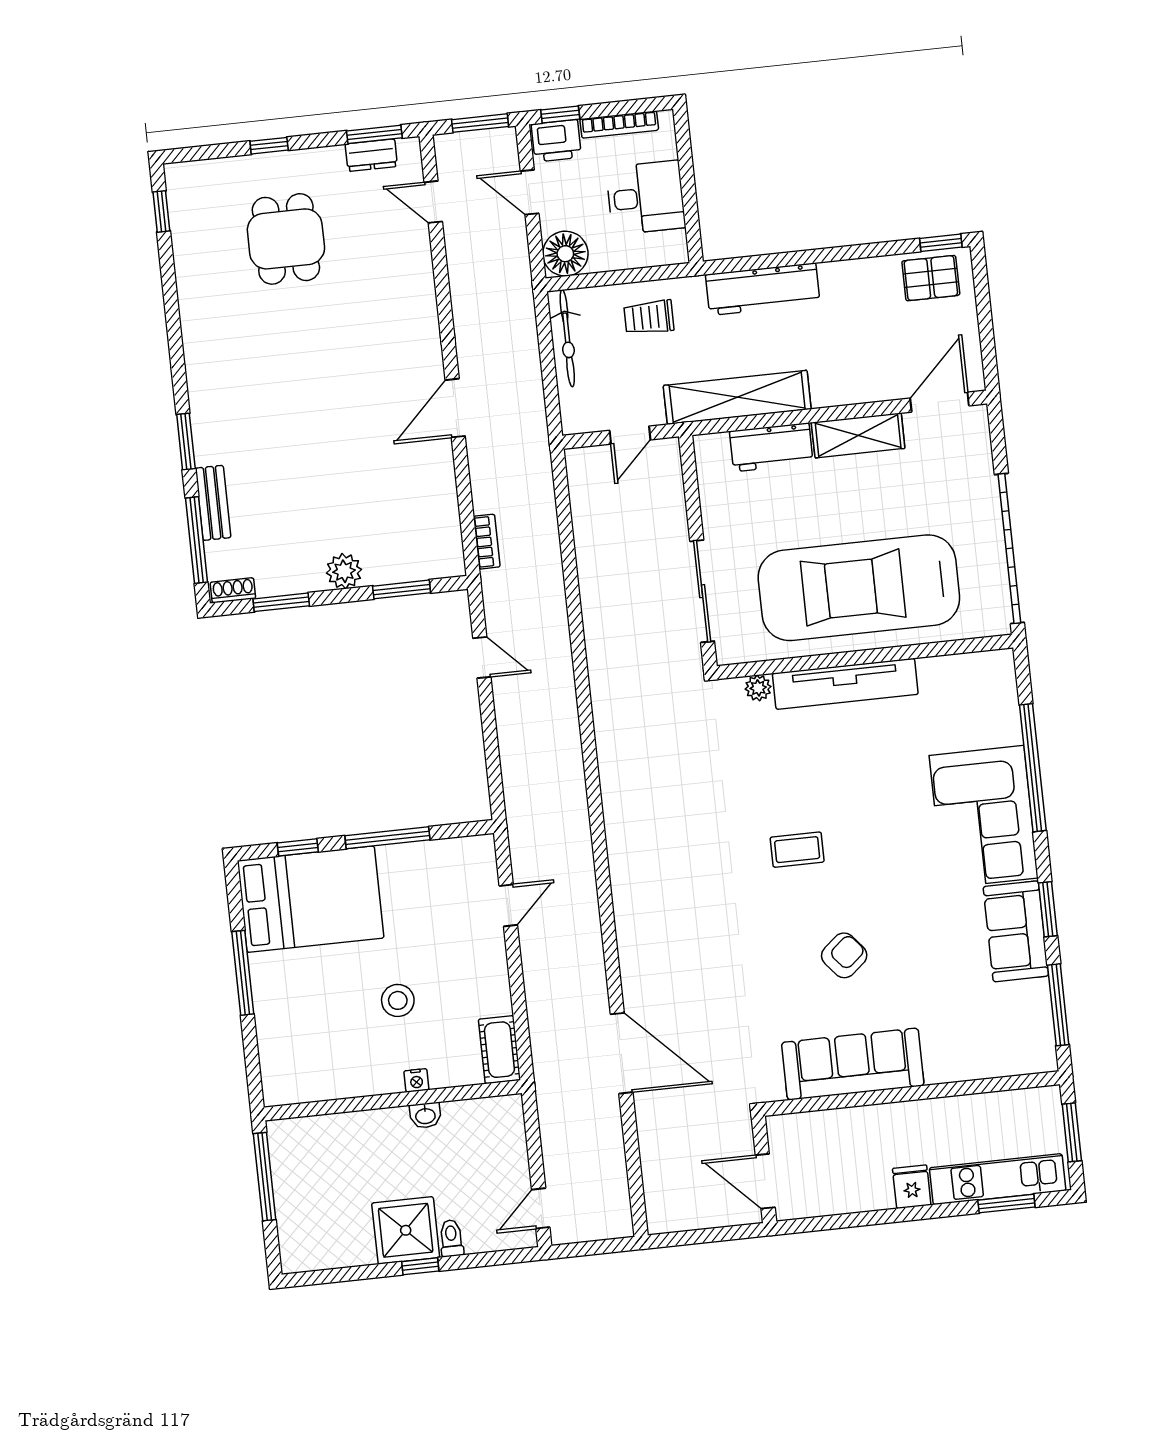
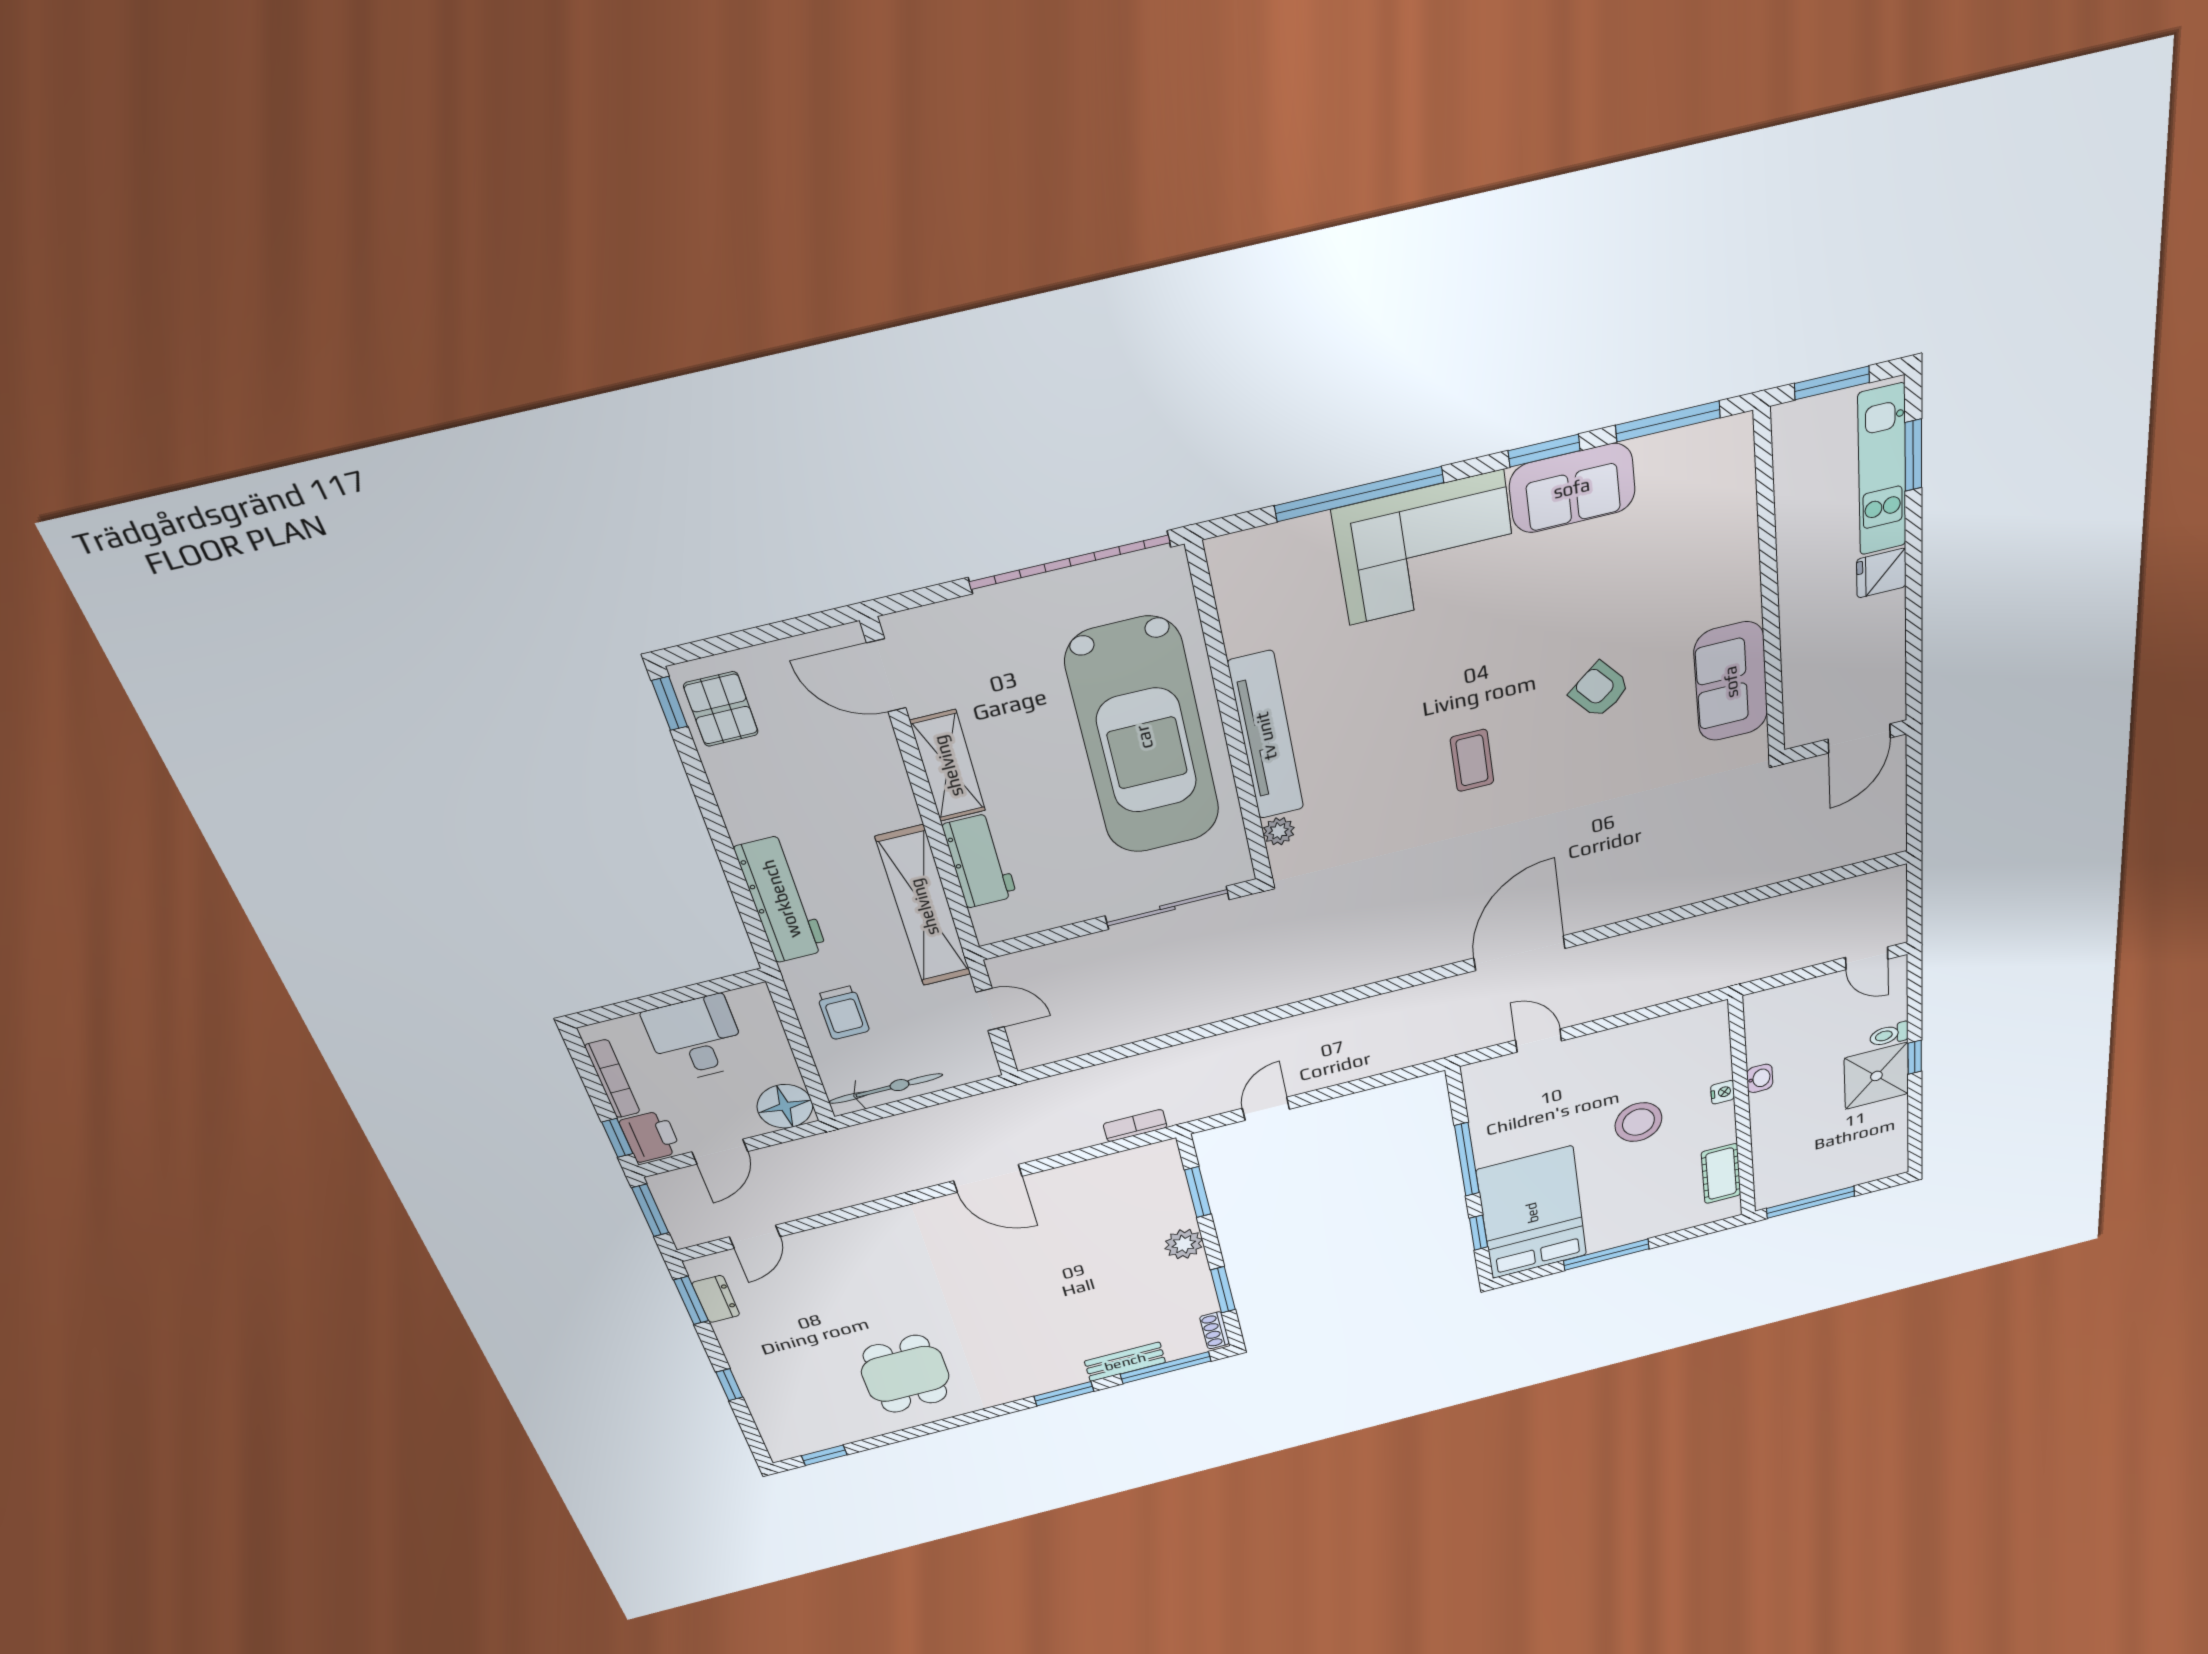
dining table: (286, 239) -> (905, 1374), moved, turned 90
stool: (398, 1000) -> (1638, 1122), width x1.38, depth x1.38
cot: (499, 1050) -> (1721, 1174), moved, turned 90
door: (622, 1053) -> (1519, 953), moved
sofa: (853, 1064) -> (1731, 682), width x0.73

